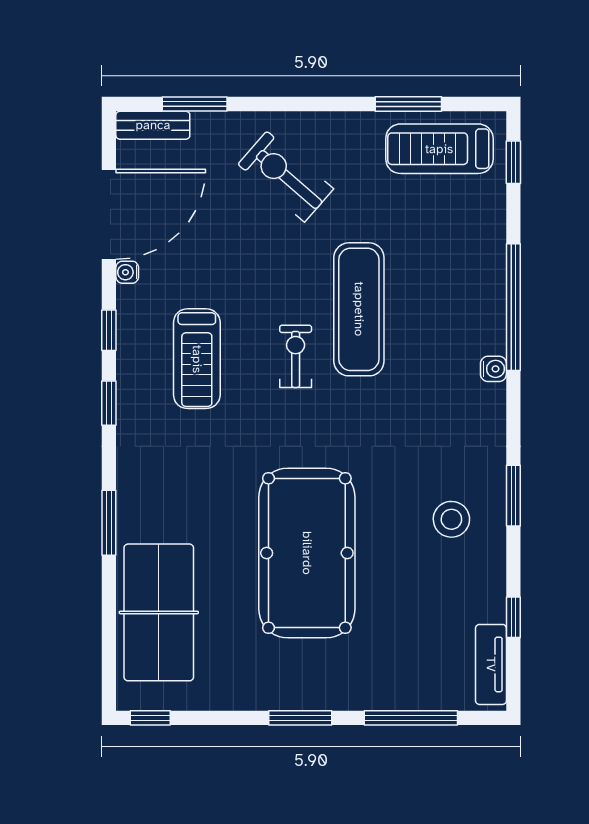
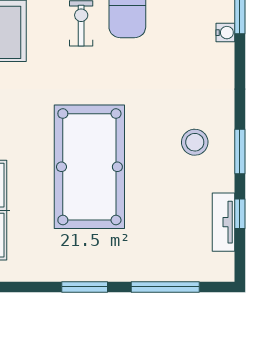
window: (513, 496) -> (240, 151), moved
tv unit: (491, 664) -> (224, 222), moved

